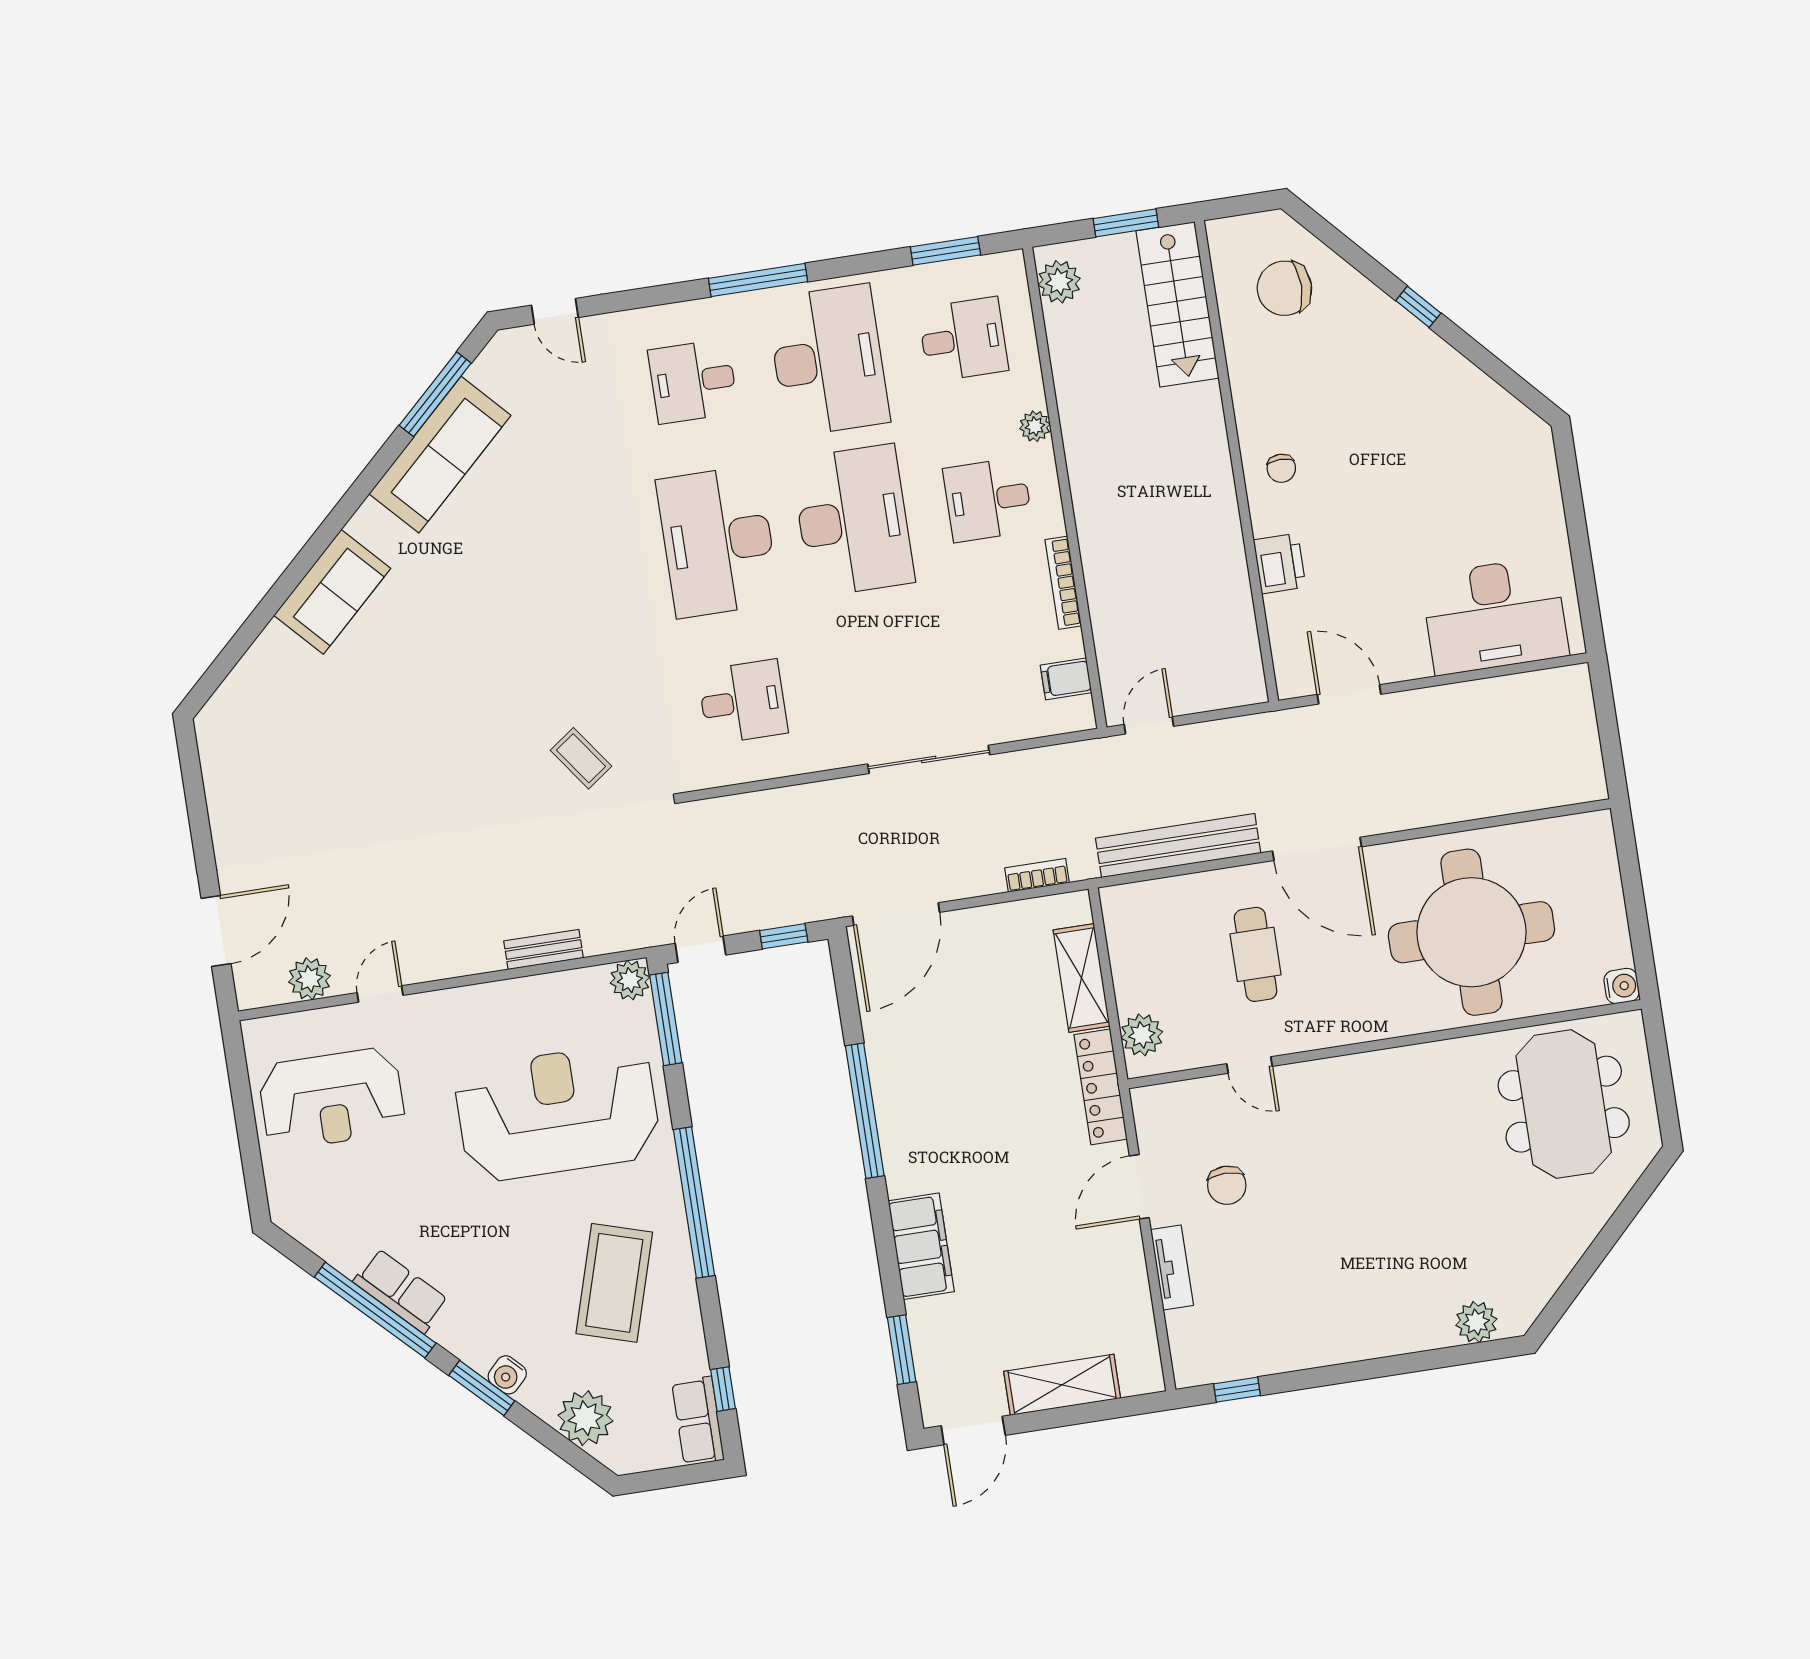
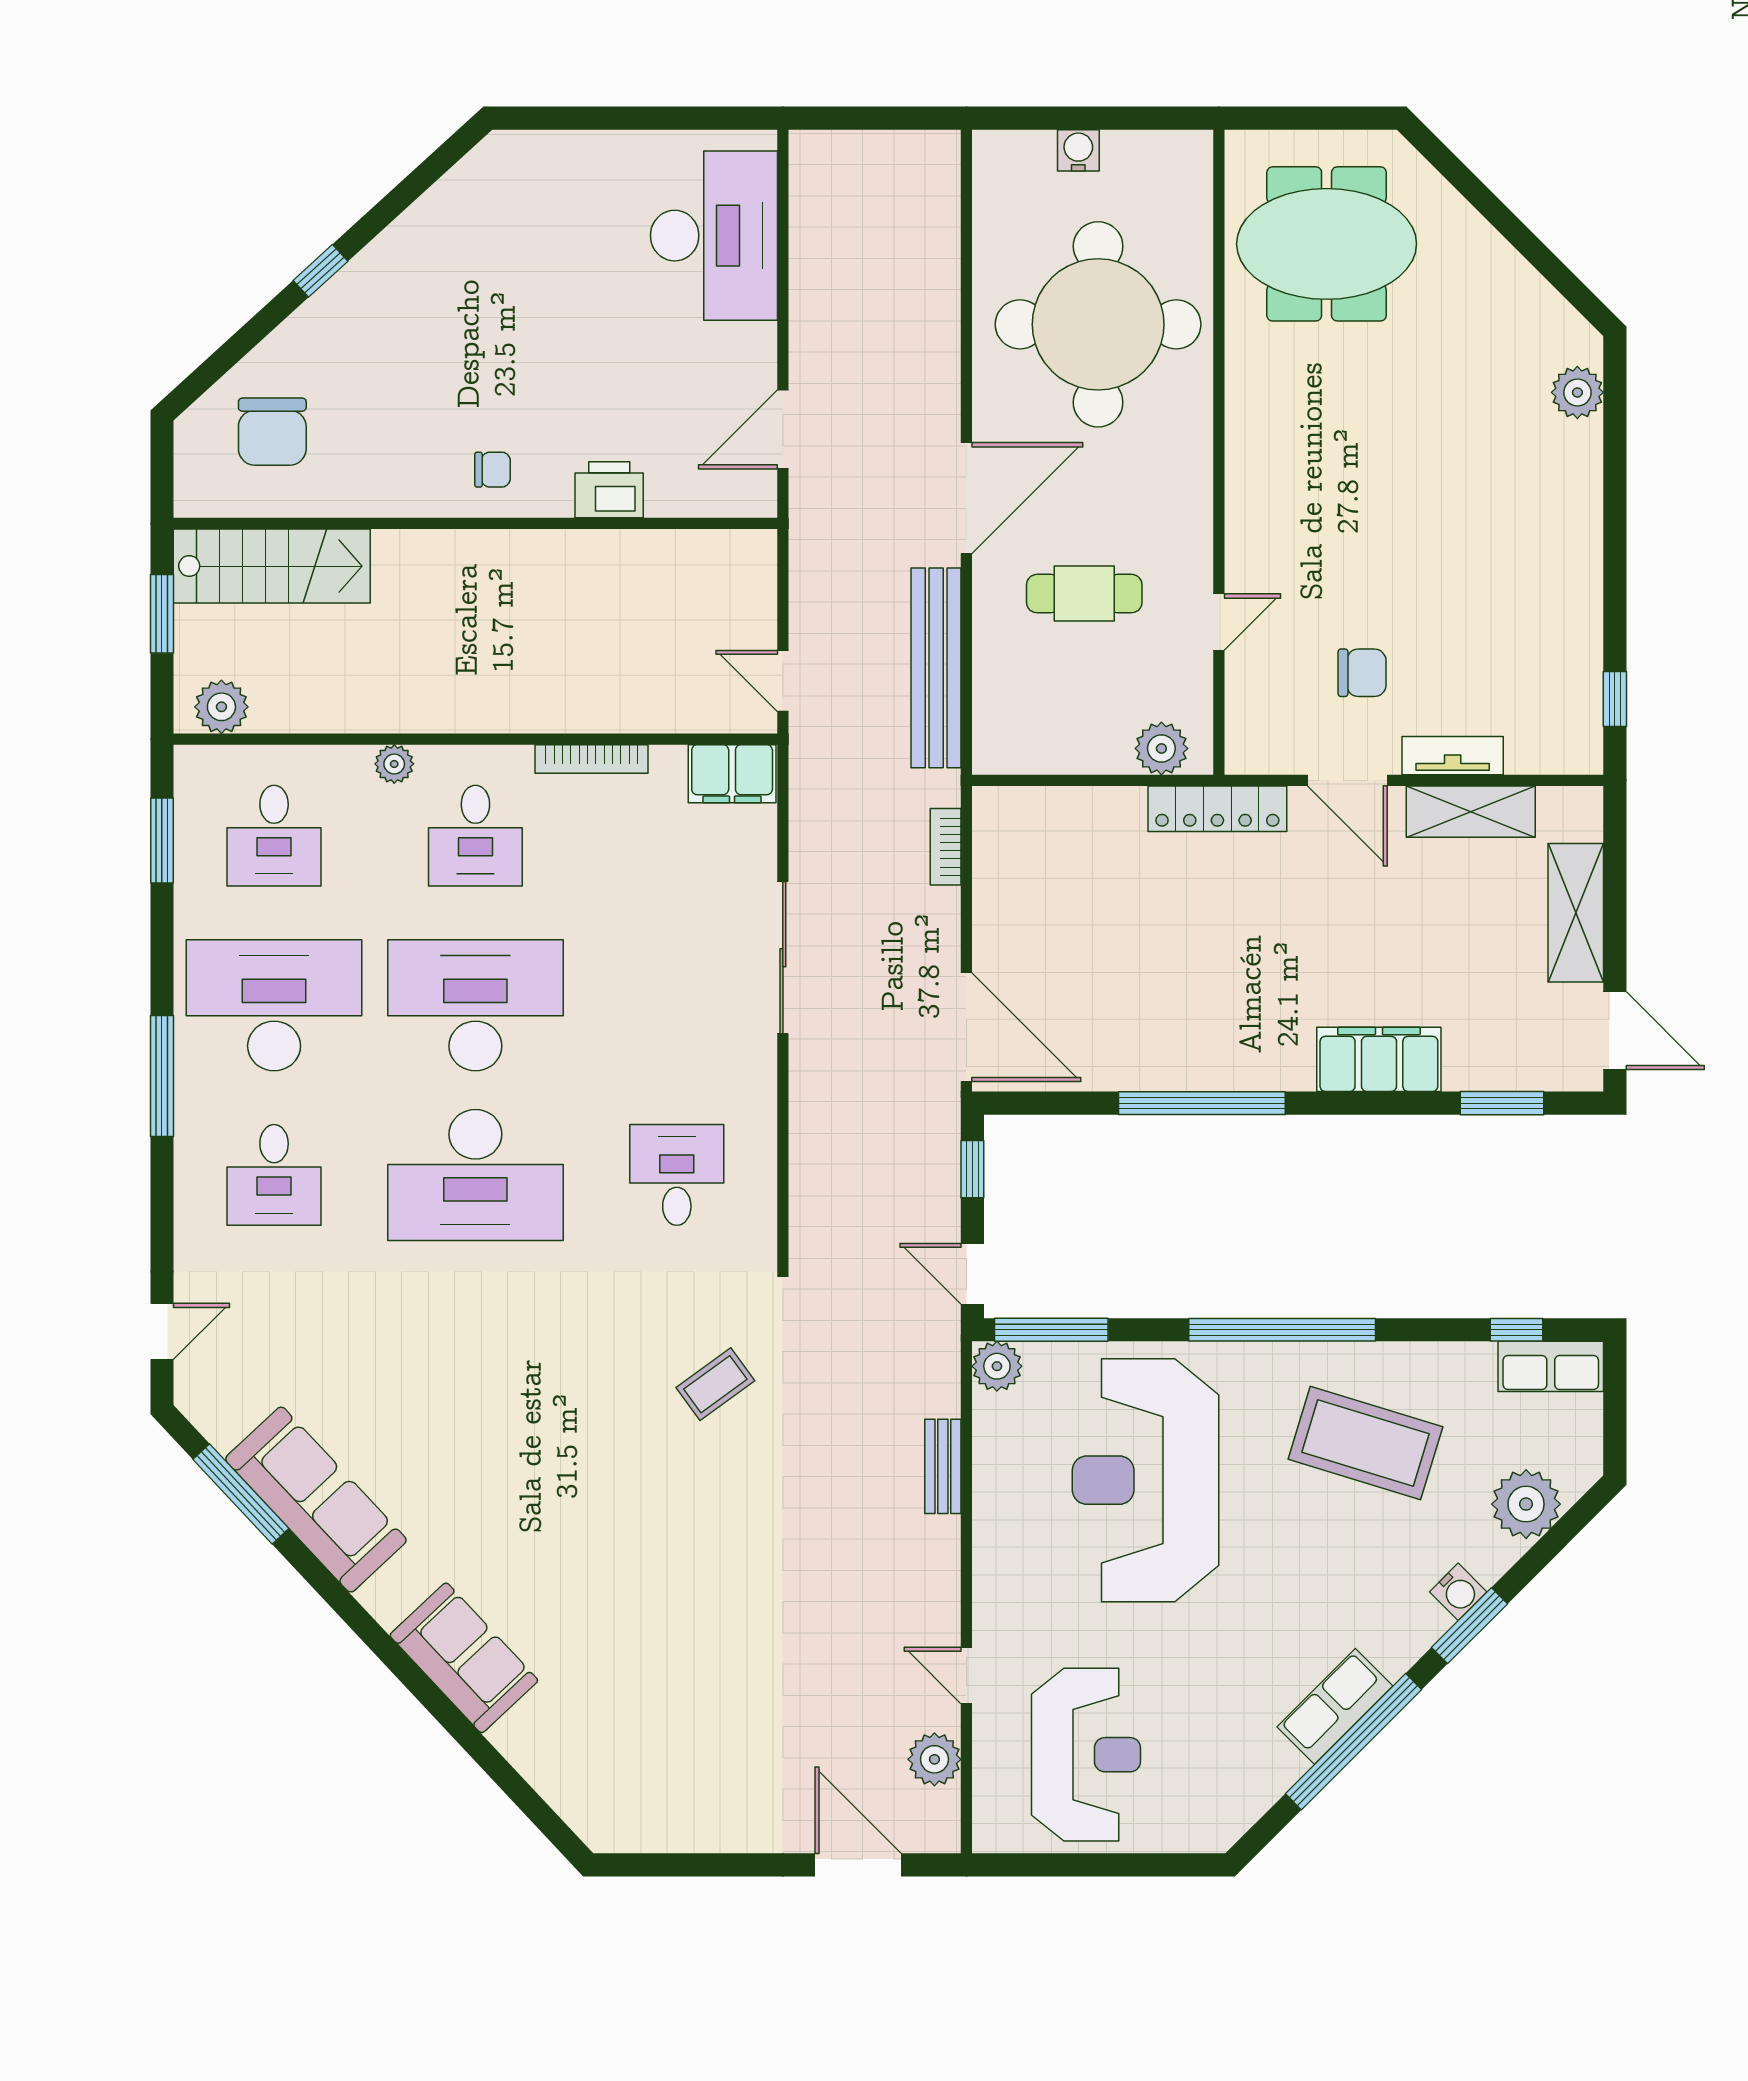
desk: (963, 339) -> (274, 836), turned 180
filing cabinet: (1066, 679) -> (732, 774), width x2.00
shelving: (1081, 978) -> (1471, 812), moved
water cooler: (1622, 986) -> (1078, 150), moved

